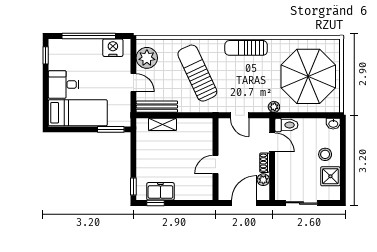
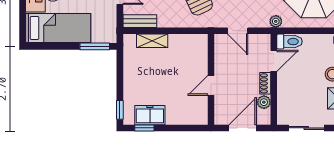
bench: (157, 107) -> (140, 21), width x0.73
door: (272, 142) -> (274, 61), hinge flipped

